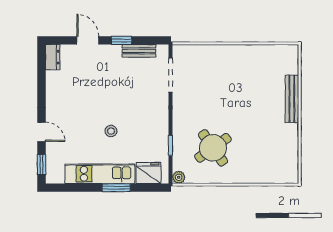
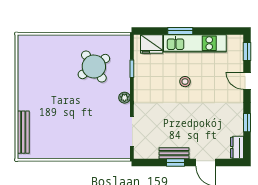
bench: (139, 51) -> (174, 153), moved
window: (42, 85) -> (247, 123), added
bench: (292, 99) -> (23, 132), moved
plant: (179, 177) -> (124, 98), moved

